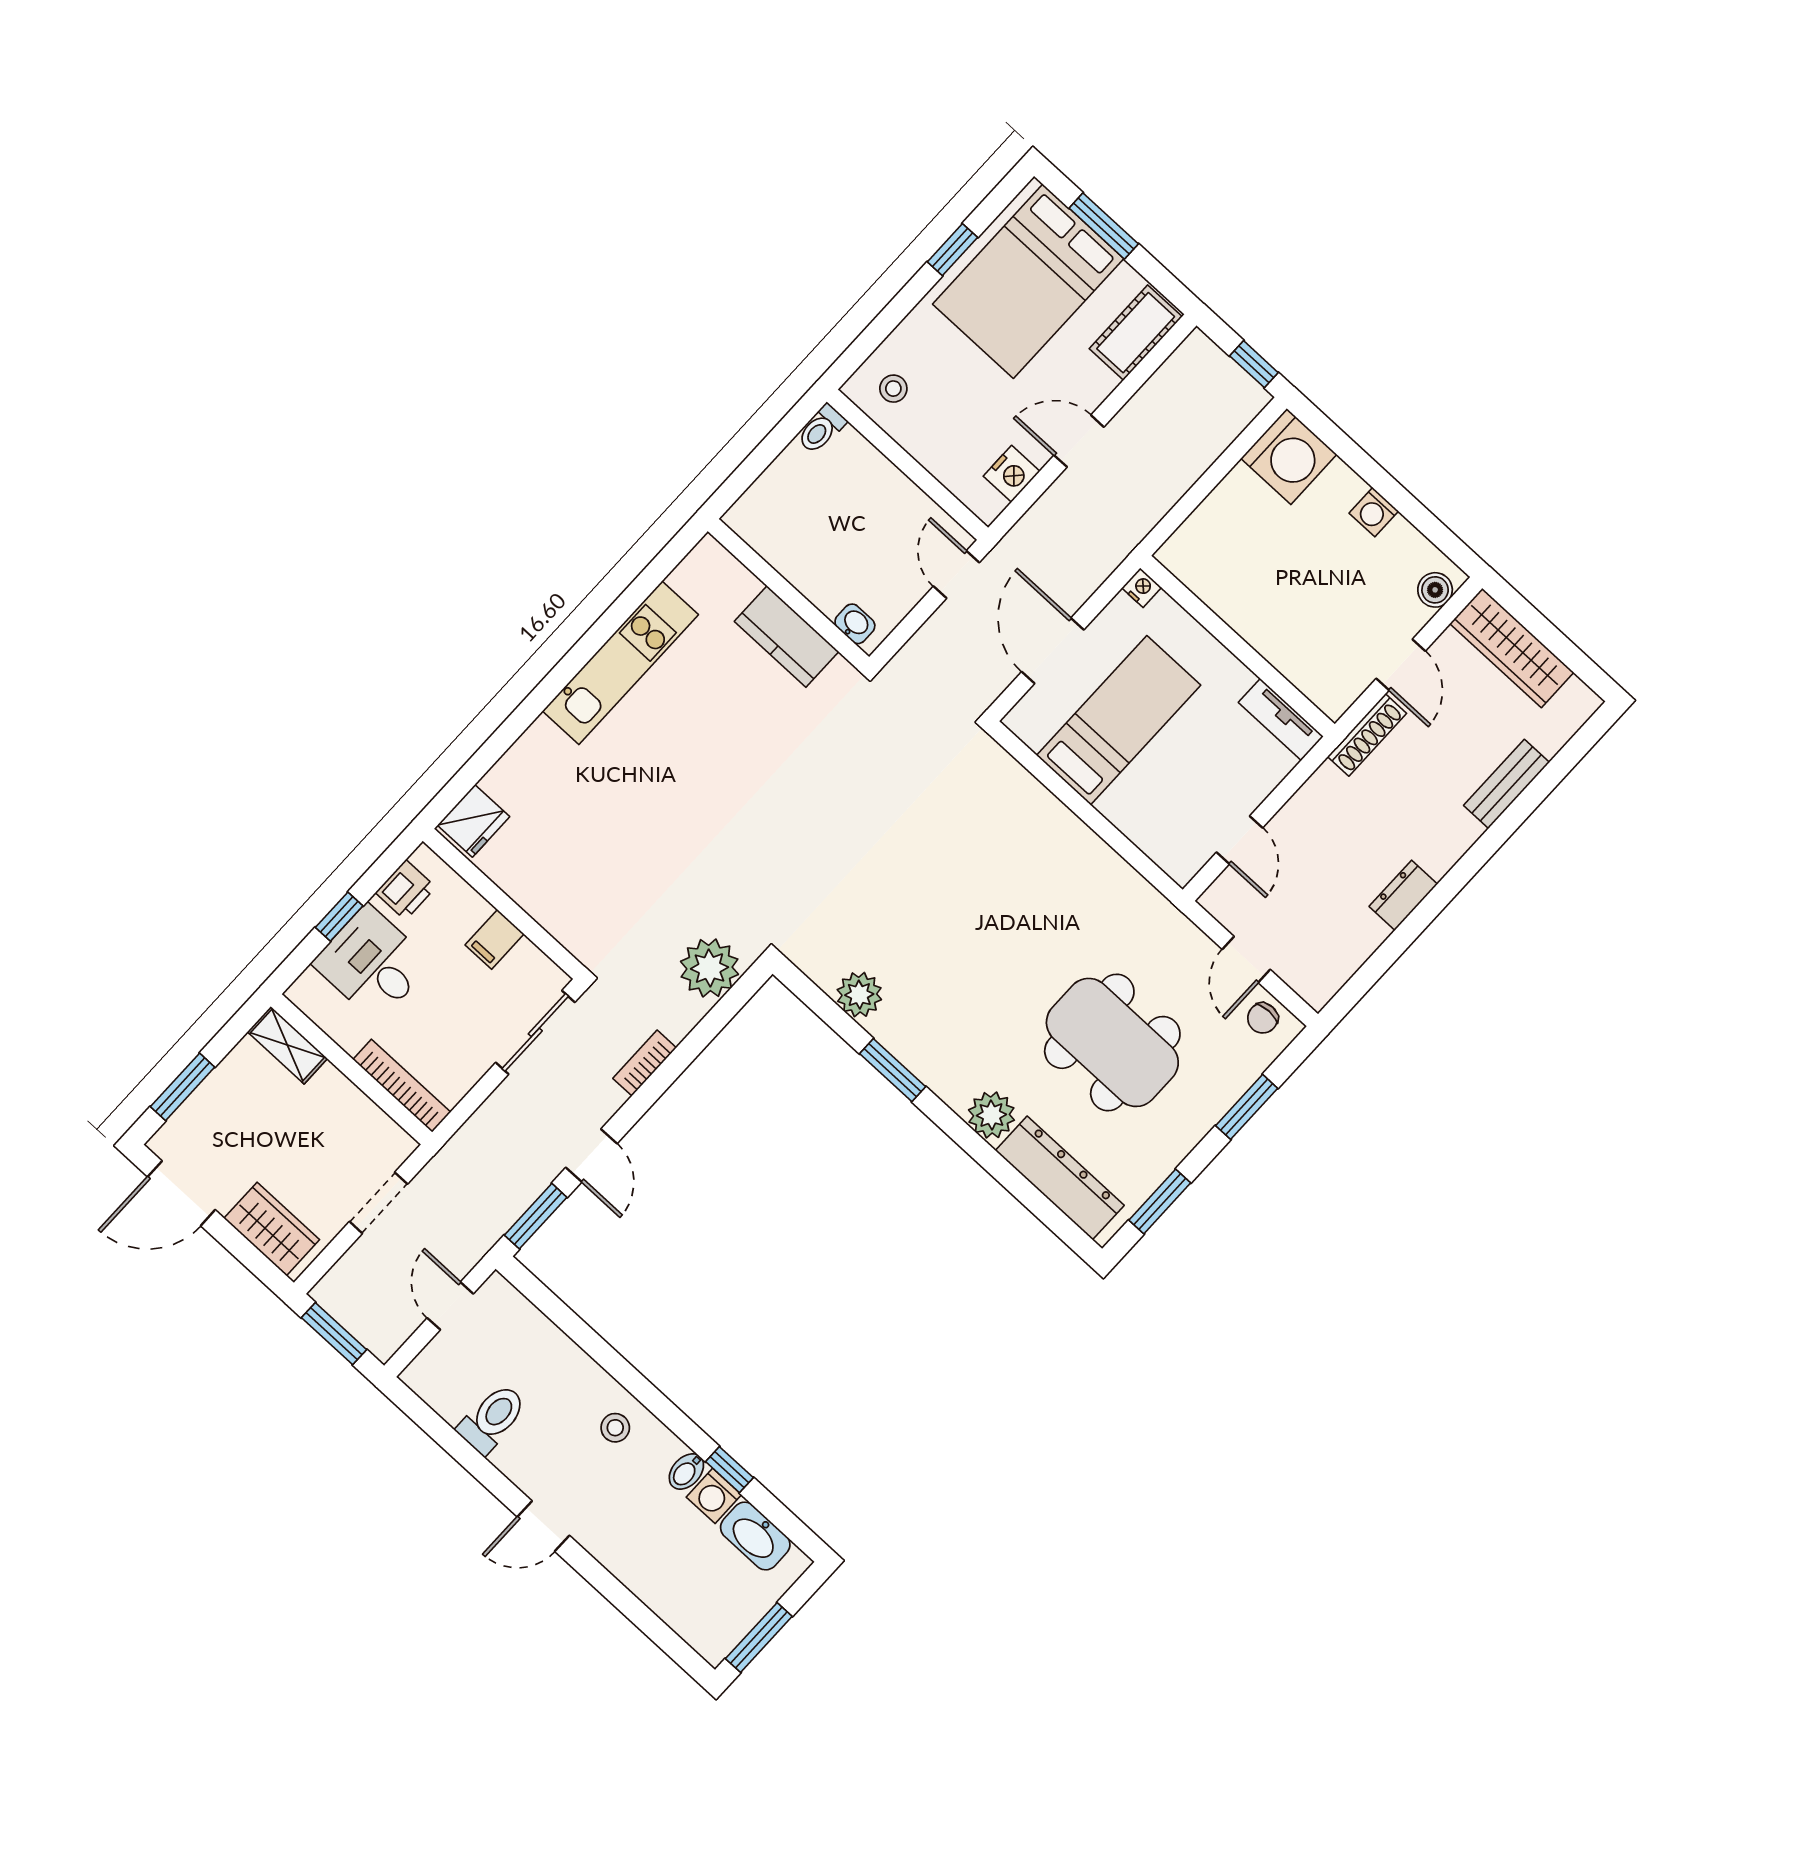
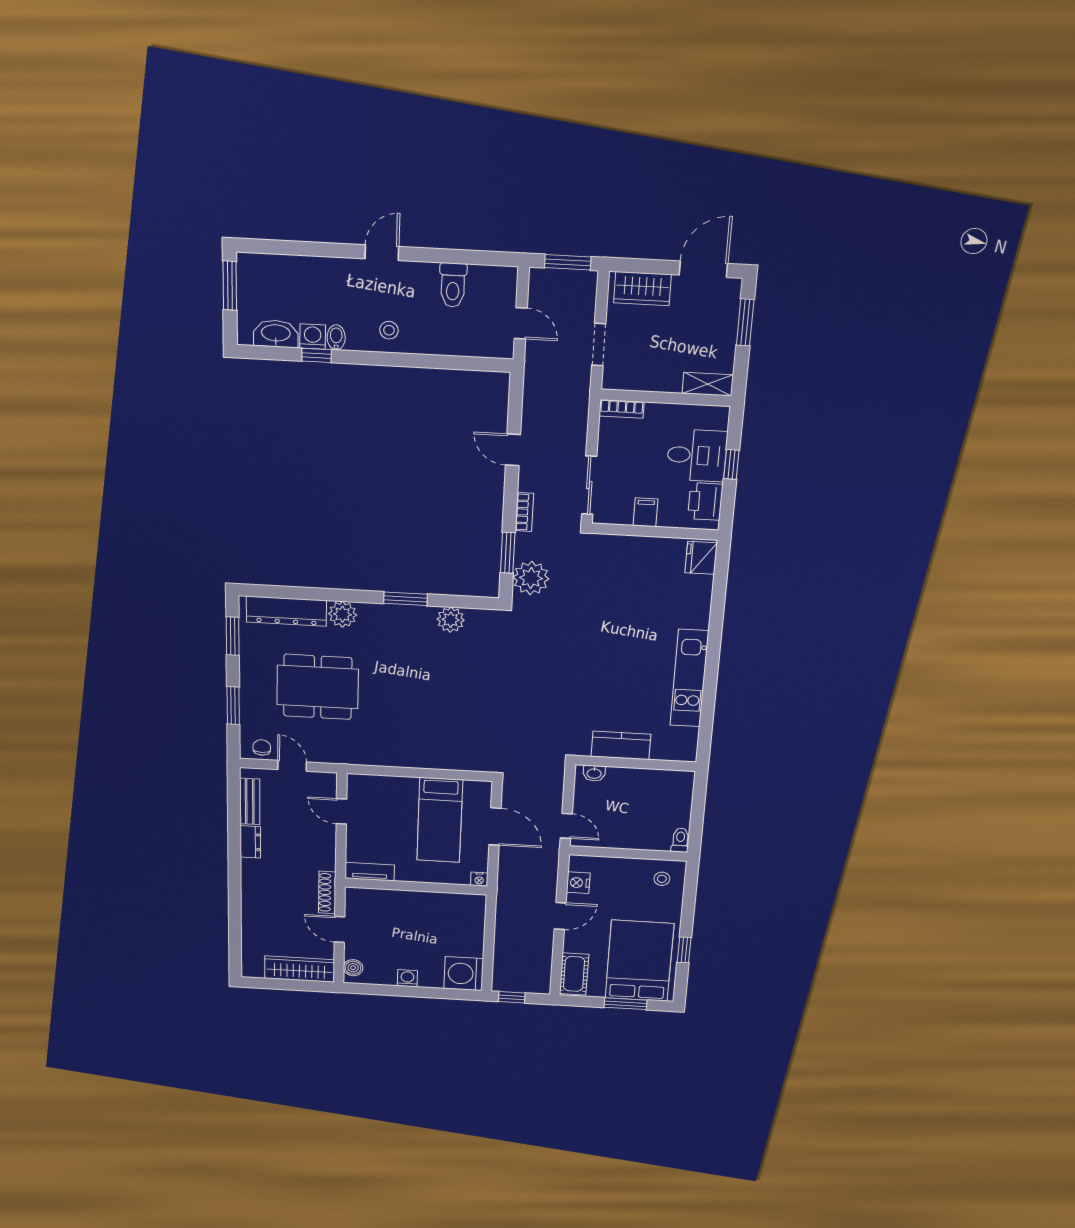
bench: (1507, 784) -> (250, 801), moved
printer: (406, 890) -> (705, 501), width x1.36, depth x1.24
bookcase: (402, 1086) -> (622, 409), width x0.64
window: (536, 1216) -> (508, 553), moved

